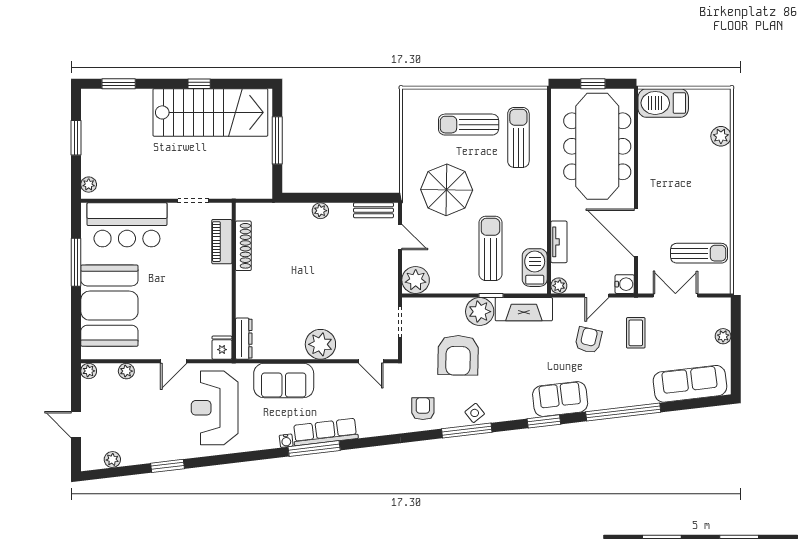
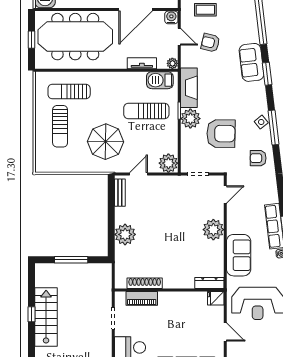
stairs: (210, 112) -> (46, 317), width x0.73, depth x0.66
plant: (320, 211) -> (125, 234), width x1.88, depth x1.88

